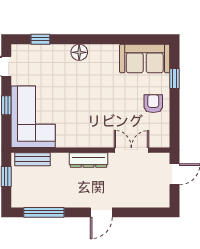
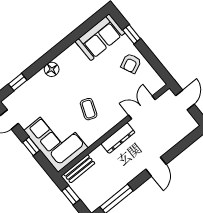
armchair: (153, 104) -> (131, 63), turned -115
coffee table: (83, 114) -> (89, 109), added

